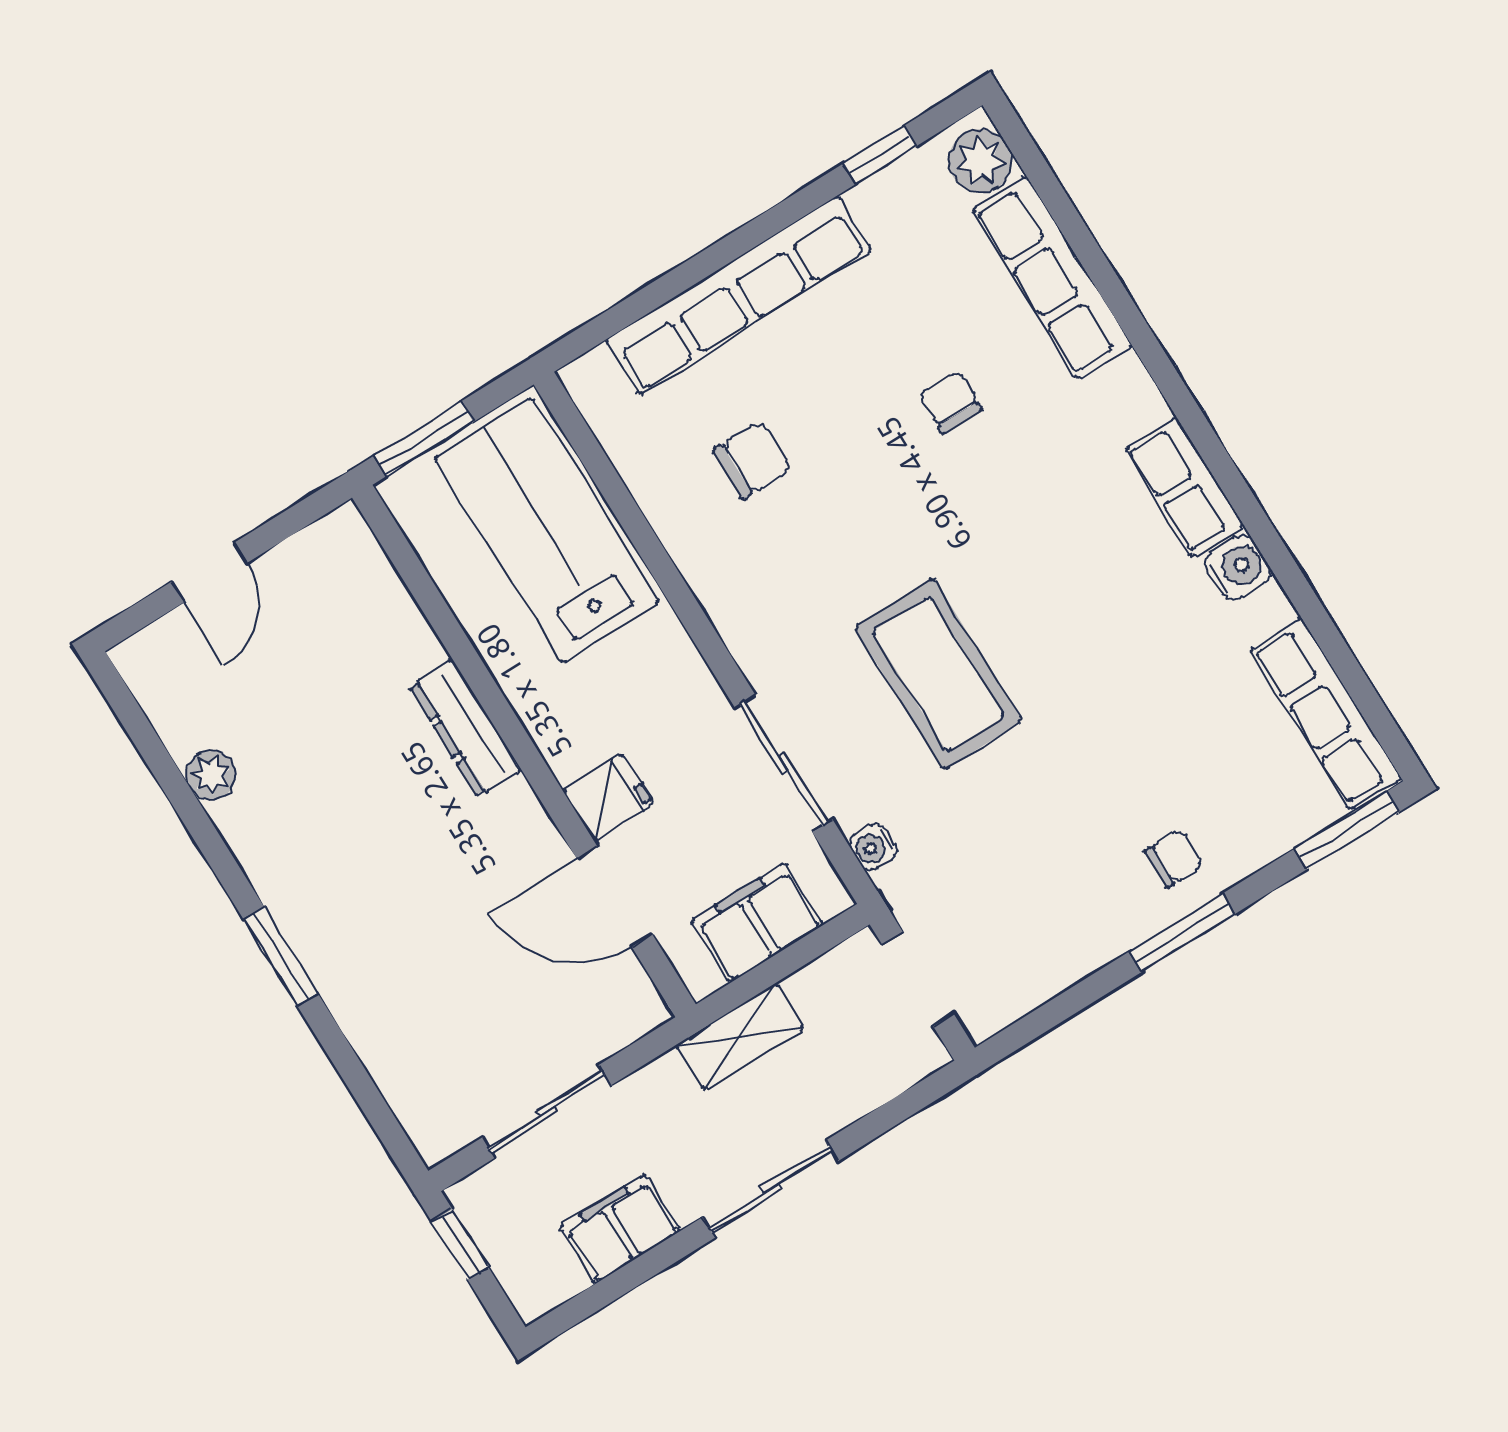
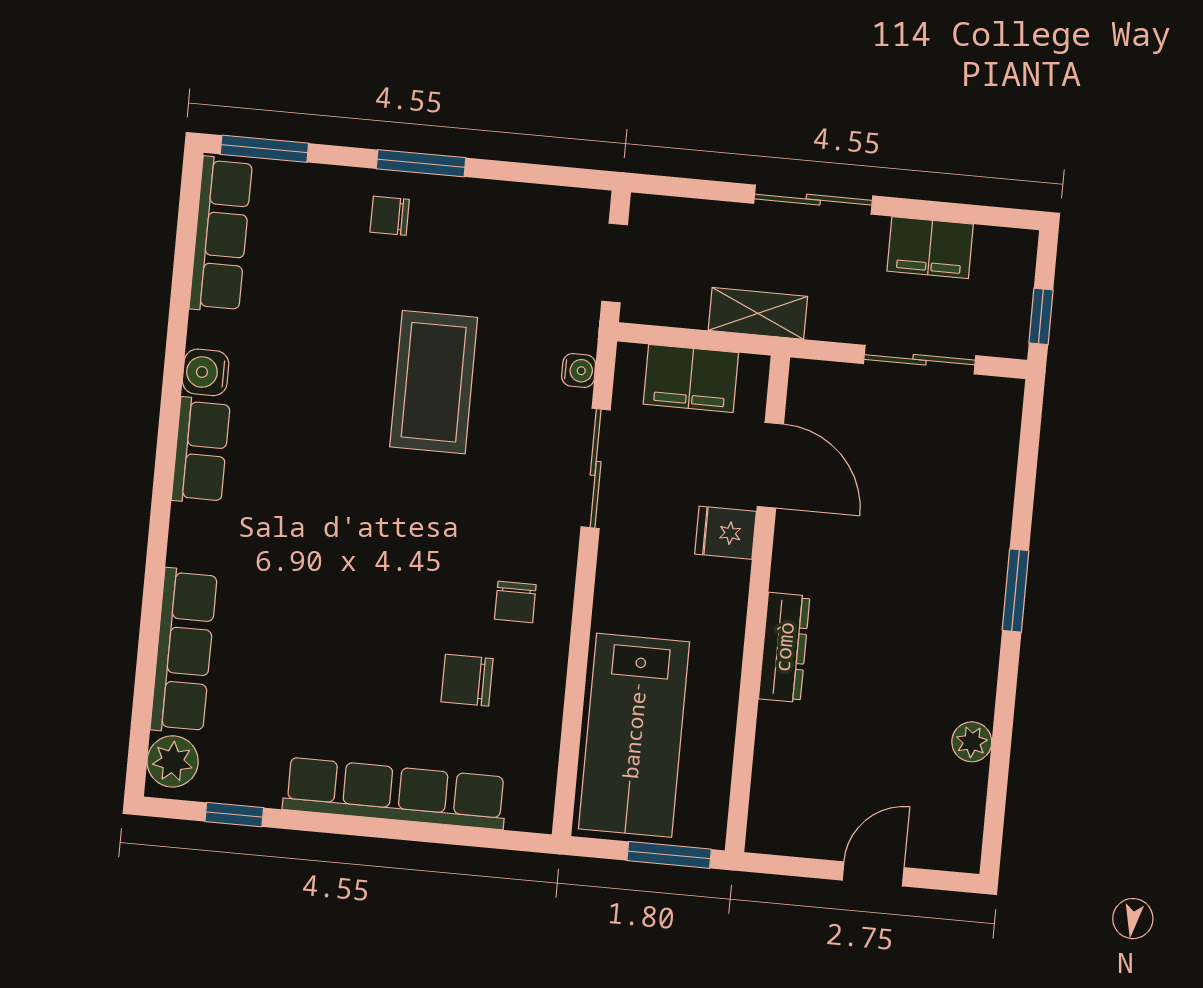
chair: (950, 402) -> (515, 602), moved
coffee table: (938, 674) -> (434, 382), moved

